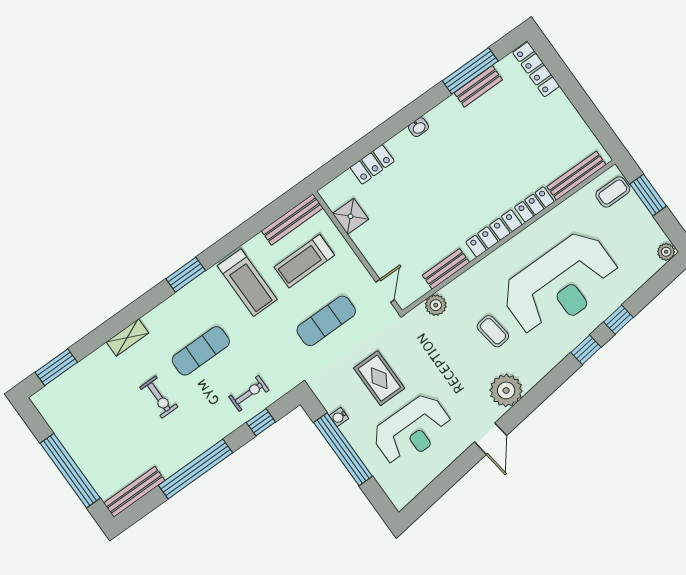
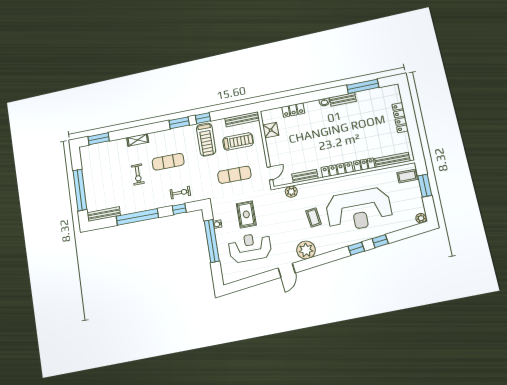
locker: (536, 69) -> (400, 118), moved
bench: (478, 86) -> (343, 99), moved
window: (223, 248) -> (203, 118), added
treadmill: (304, 261) -> (238, 142), turned 180
reception desk: (412, 430) -> (250, 247), turned 180

